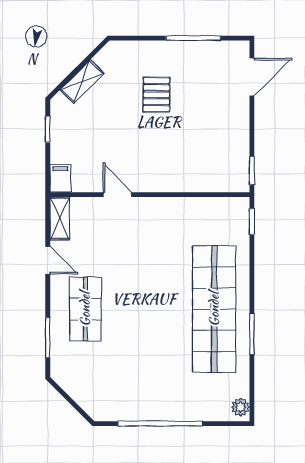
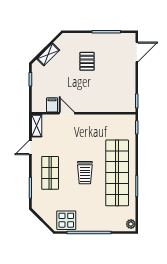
filing cabinet: (60, 178) -> (52, 105), moved
door: (48, 260) -> (30, 148), swing flipped
trolley: (152, 309) -> (85, 173), added
display table: (117, 400) -> (66, 220), added

